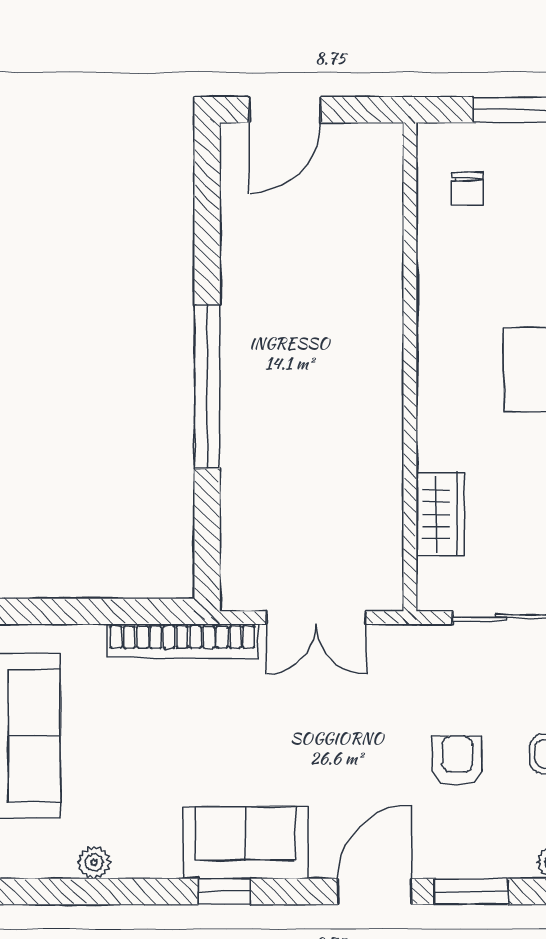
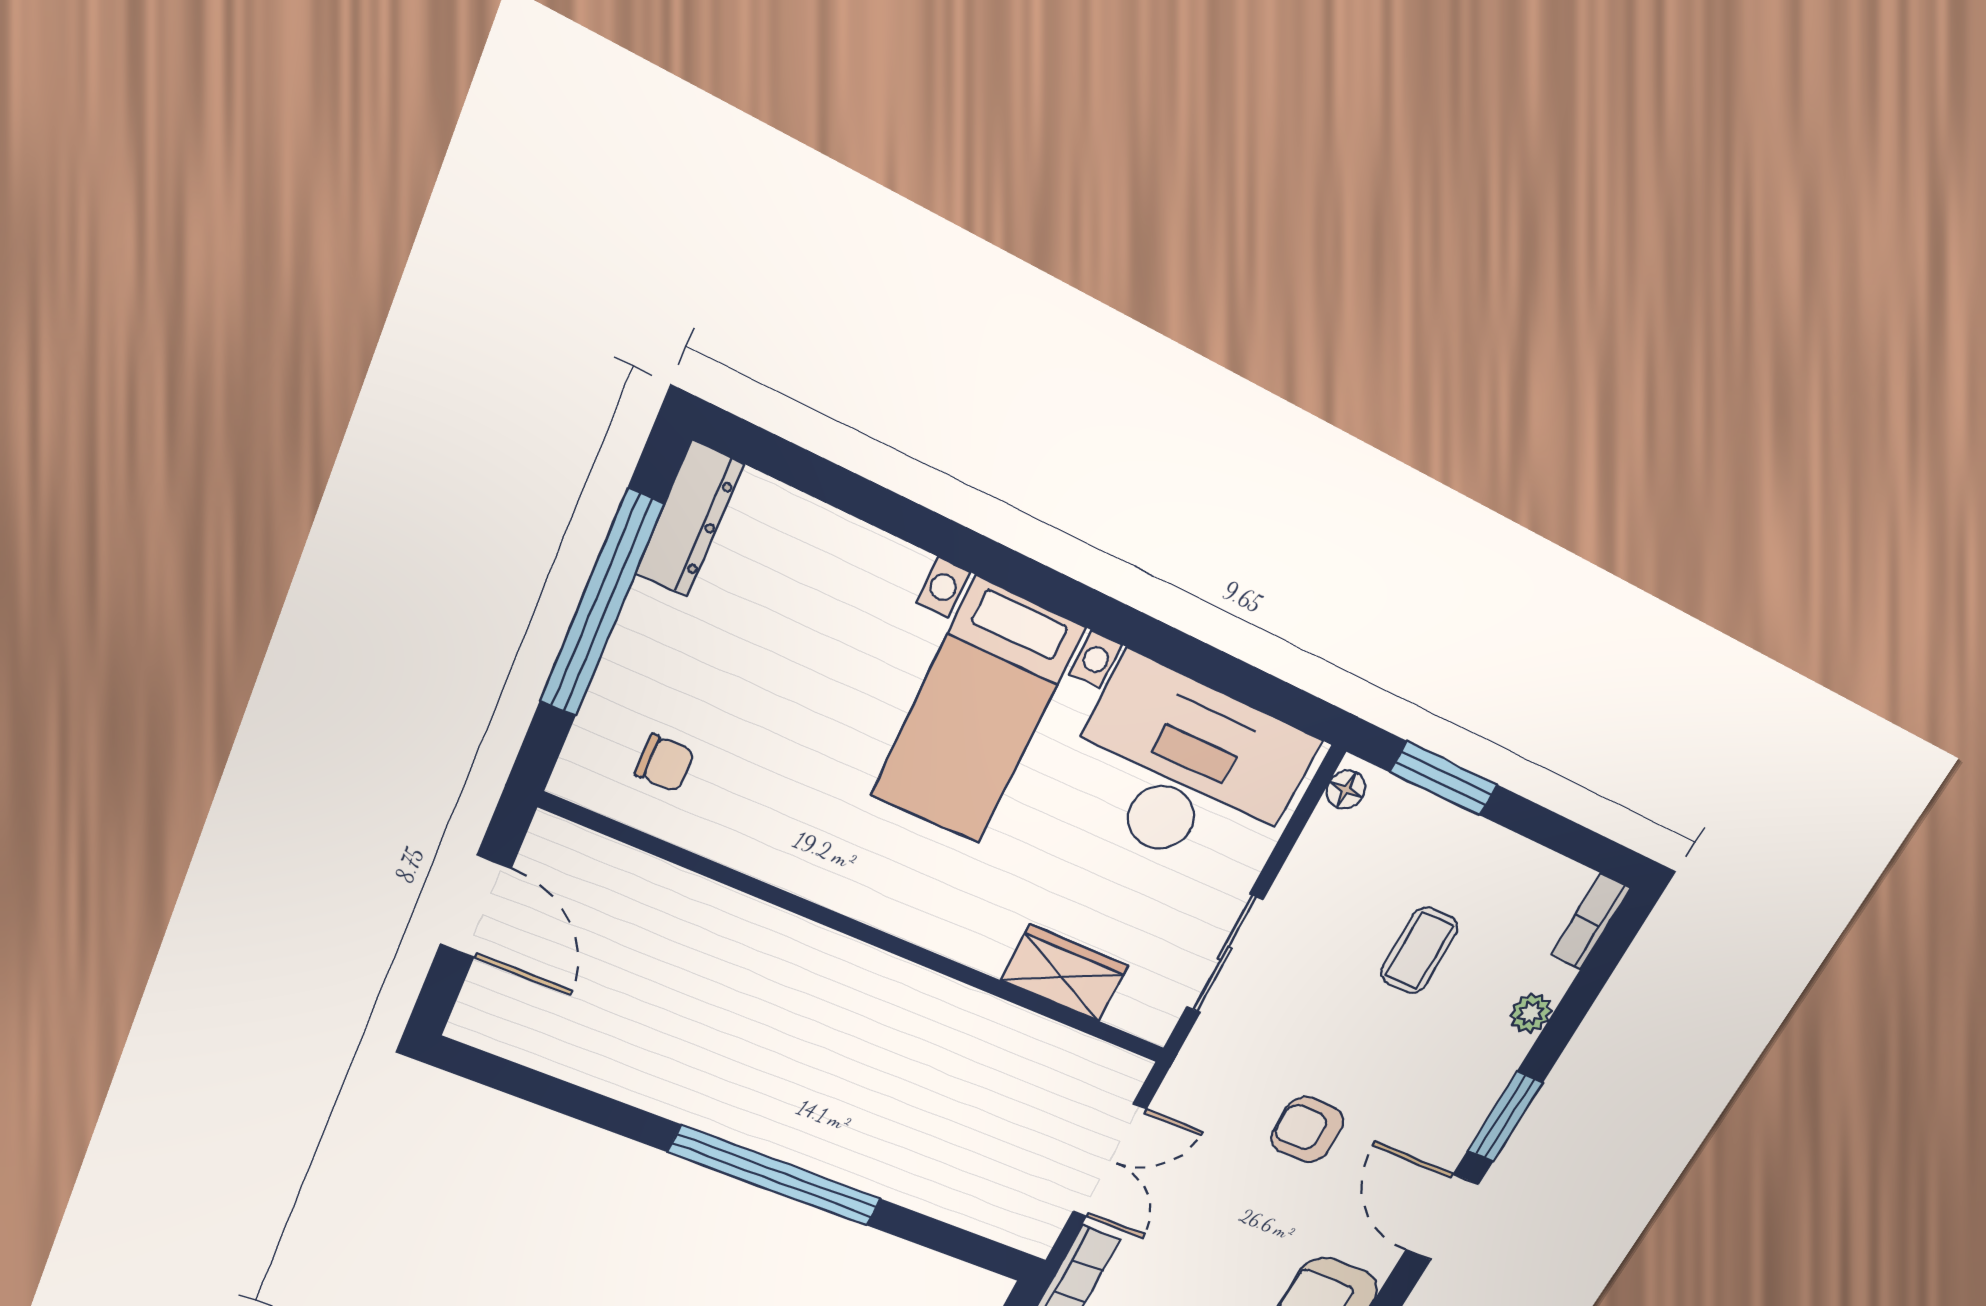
door: (285, 110) -> (475, 907), moved
armchair: (457, 761) -> (1307, 1130), moved

